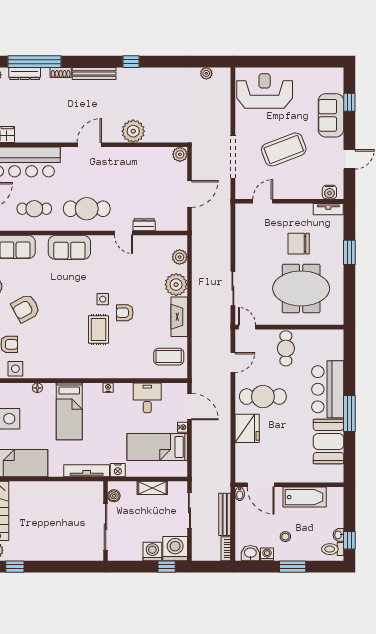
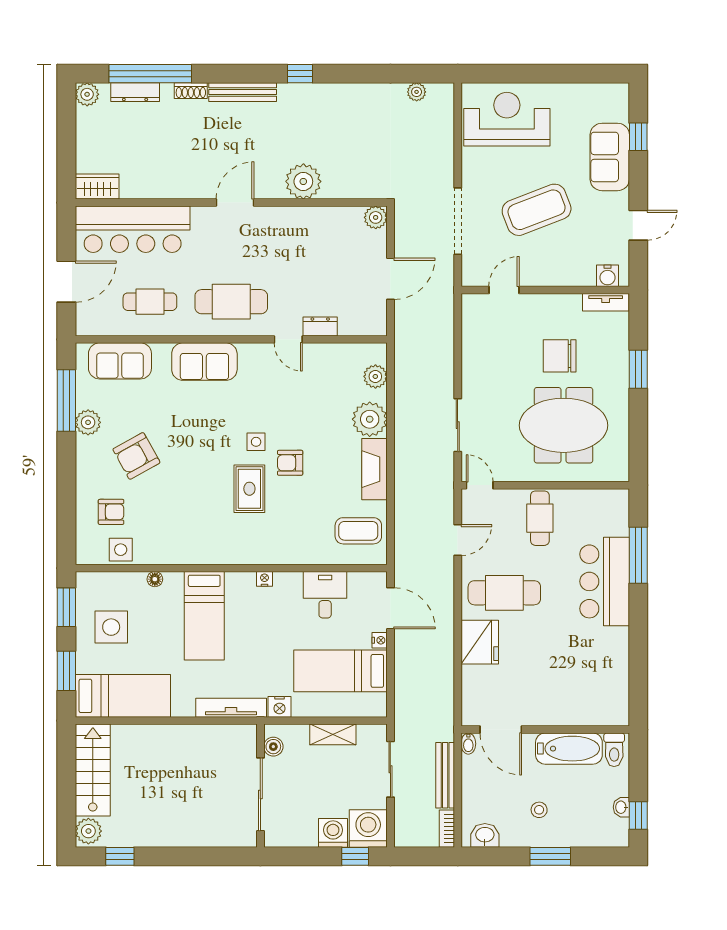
window: (349, 414) -> (638, 555), moved
booth: (328, 442) -> (606, 662), removed
toilet: (333, 549) -> (614, 750), moved, turned -90
washing machine: (267, 554) -> (511, 837), removed

